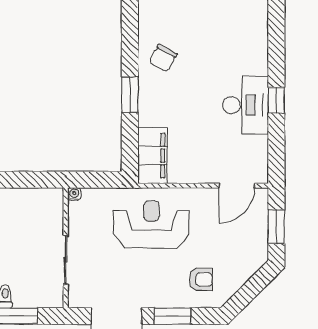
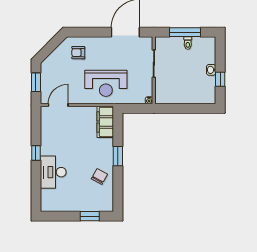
desk: (245, 105) -> (53, 172), moved
window: (173, 316) -> (94, 32), removed

